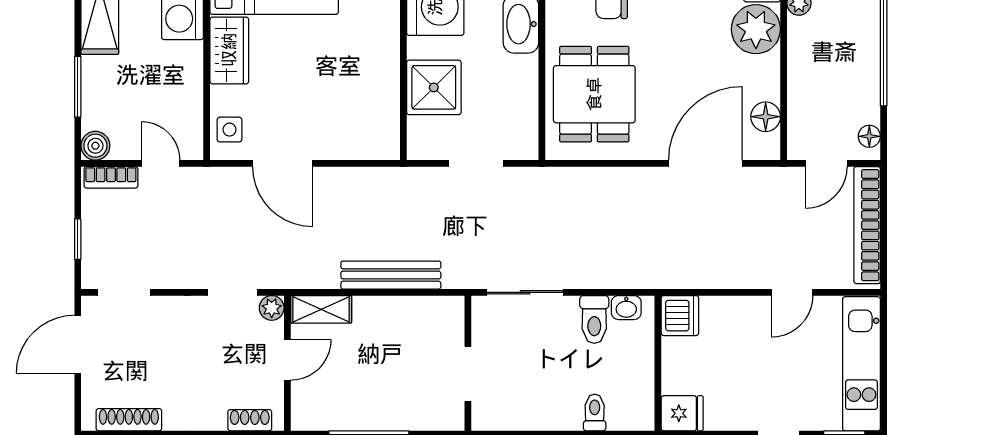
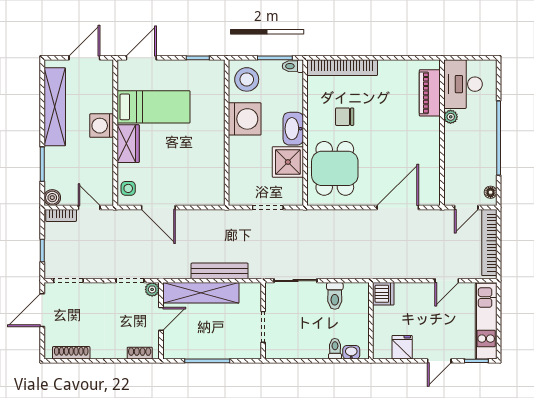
plant: (756, 29) -> (426, 132), removed
shower: (434, 87) -> (288, 162), moved
floor lamp: (766, 117) -> (432, 181), removed
washbasin: (626, 308) -> (351, 352), moved, turned 180
shelving: (321, 309) -> (201, 293), width x2.20, depth x1.33
fridge: (682, 413) -> (402, 347), moved, turned -90

